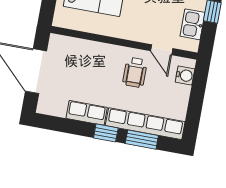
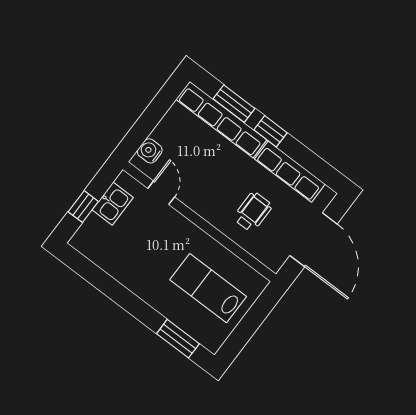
wheelchair: (135, 72) -> (253, 212), moved
row of seats: (87, 113) -> (290, 172), width x1.48

